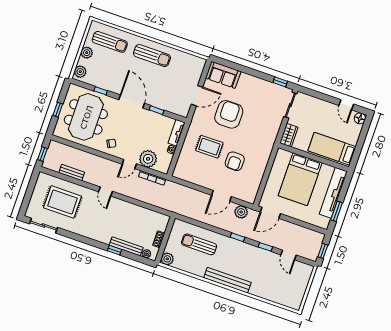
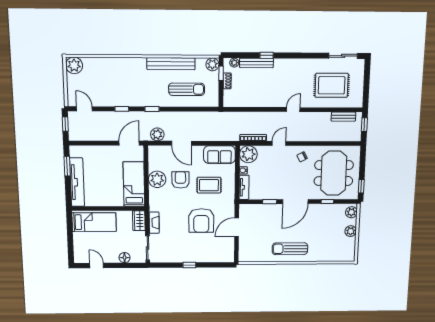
sun lounger: (110, 42) -> (332, 248), removed
sofa: (223, 75) -> (219, 155), moved, turned 180
window: (280, 82) -> (189, 265), moved
door: (132, 101) -> (295, 202), hinge flipped
window: (58, 110) -> (361, 186), moved
floor lamp: (360, 118) -> (125, 258), moved
fireplace: (275, 128) -> (154, 223), added
plant: (148, 159) -> (248, 154), moved
plant: (257, 169) -> (157, 179), added
bench: (72, 173) -> (343, 117), moved
bed: (300, 179) -> (134, 184), moved, width x0.67
door: (106, 192) -> (293, 110), hinge flipped
door: (221, 196) -> (181, 143), swing flipped
window: (162, 248) -> (221, 73), added
door: (289, 255) -> (84, 109), moved
bench: (227, 280) -> (171, 64), moved
plant: (294, 301) -> (74, 65), added

